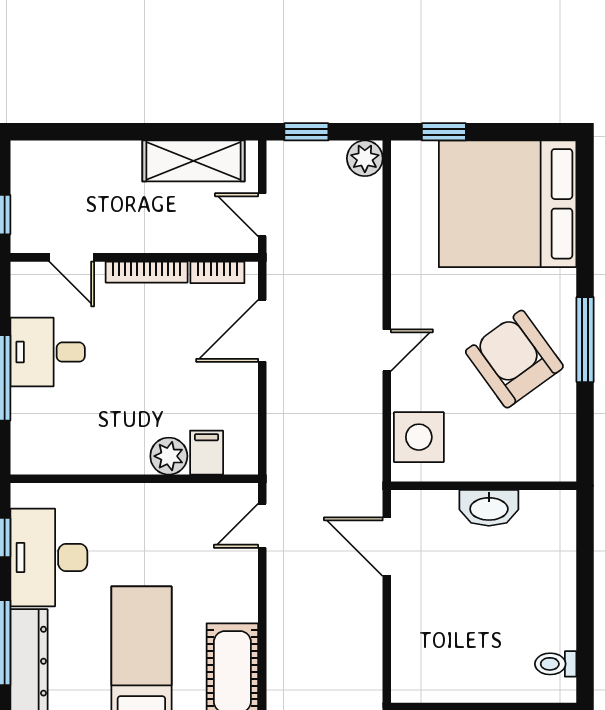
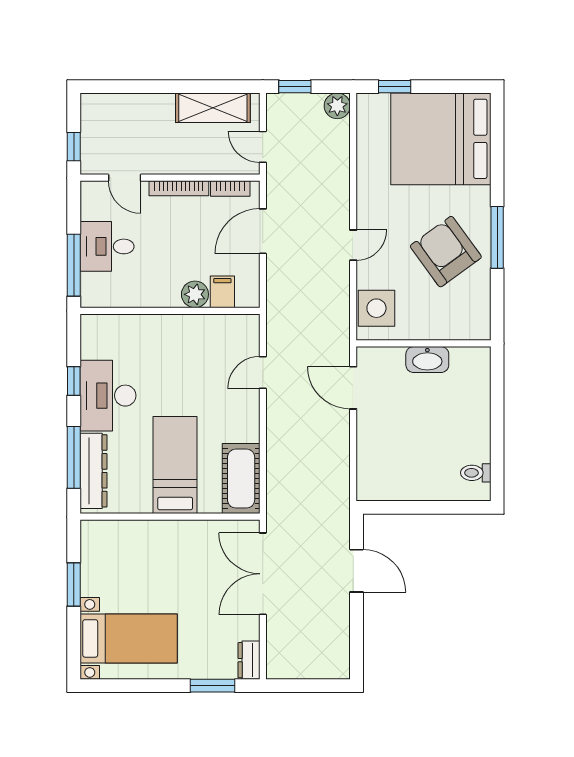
filing cabinet: (207, 453) -> (222, 292), moved
plant: (169, 456) -> (195, 294), moved
wall: (134, 479) -> (170, 311), moved

